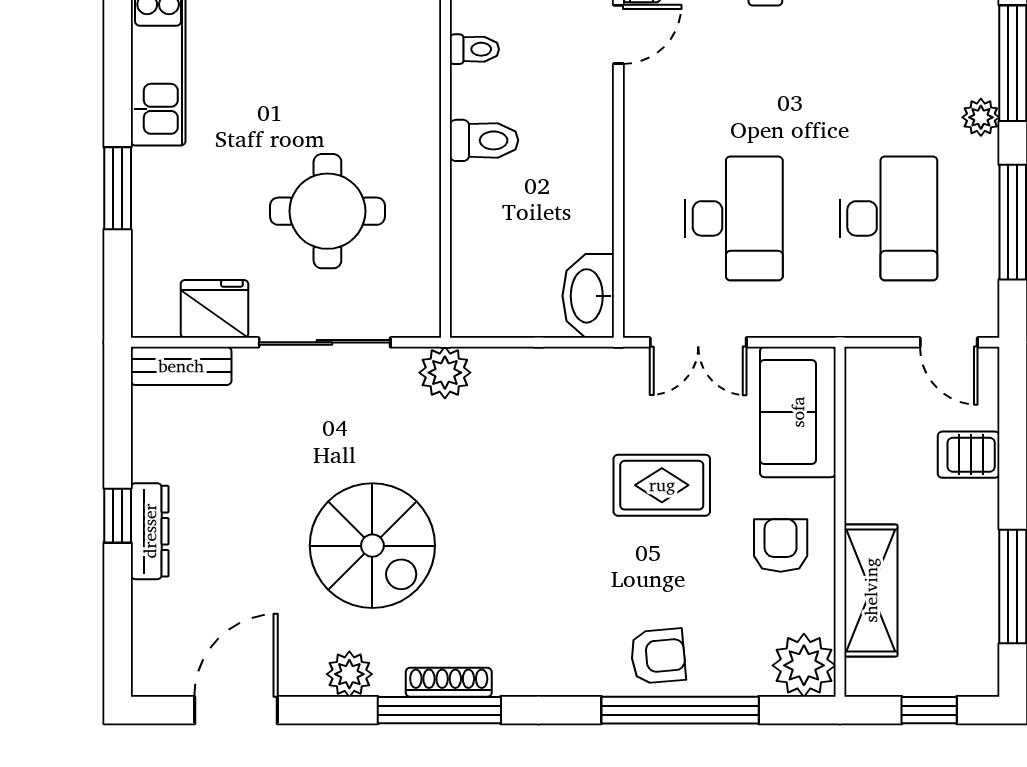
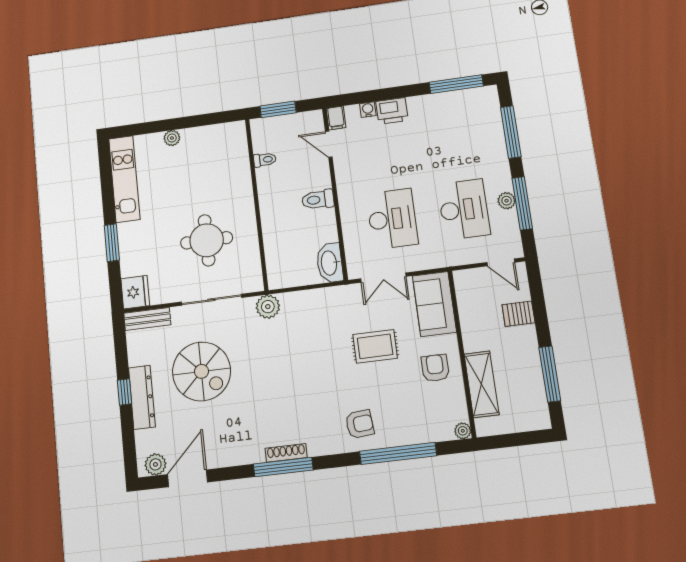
door: (618, 34) -> (329, 144), swing flipped
plant: (981, 117) -> (507, 201), moved
toilet: (484, 140) -> (318, 200), moved, turned 180
fridge: (214, 309) -> (135, 292), moved, turned 90
dresser: (150, 531) -> (142, 397), width x1.37, depth x1.24
spiral stairs: (372, 546) -> (201, 371), moved
armchair: (658, 656) -> (360, 424), moved
plant: (804, 665) -> (463, 431), width x0.53, depth x0.53
plant: (349, 674) -> (155, 464), moved
window: (929, 710) -> (519, 439), removed

